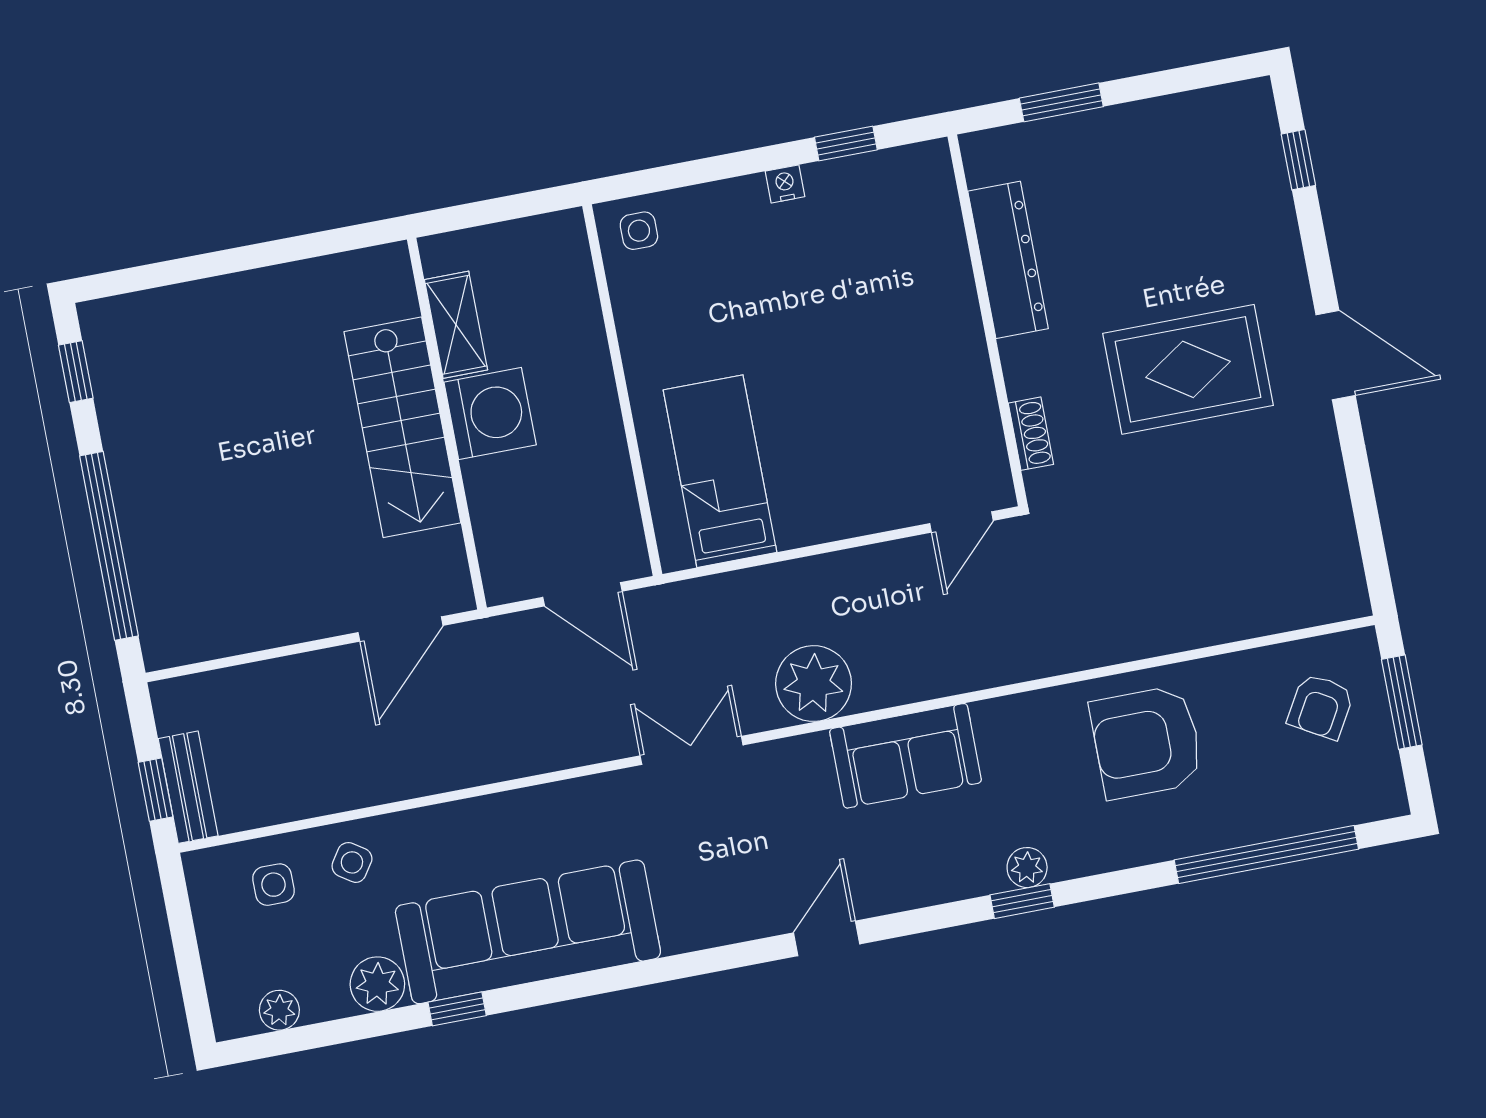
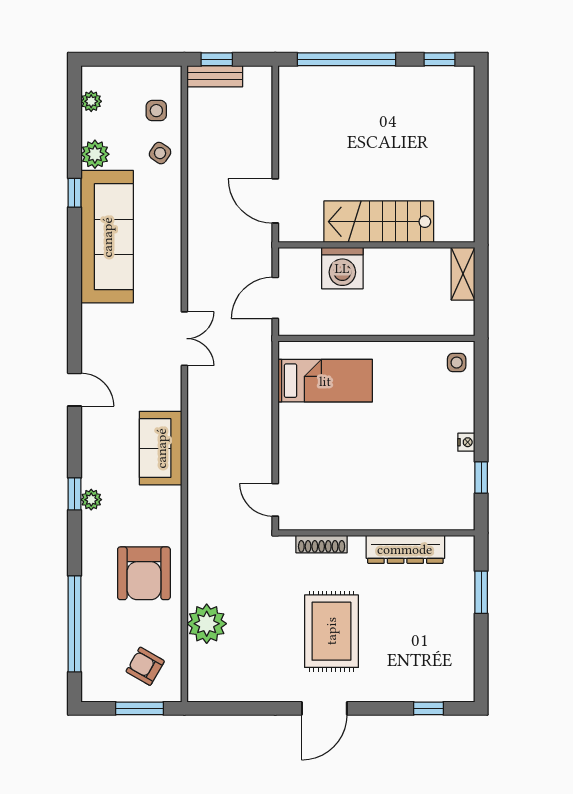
shelving: (456, 325) -> (463, 274), moved, turned 90
washing machine: (490, 413) -> (342, 268), moved
shoe rack: (1031, 434) -> (322, 544), width x1.43
plant: (814, 684) -> (207, 624), moved
armchair: (1147, 742) -> (144, 573), turned 180

